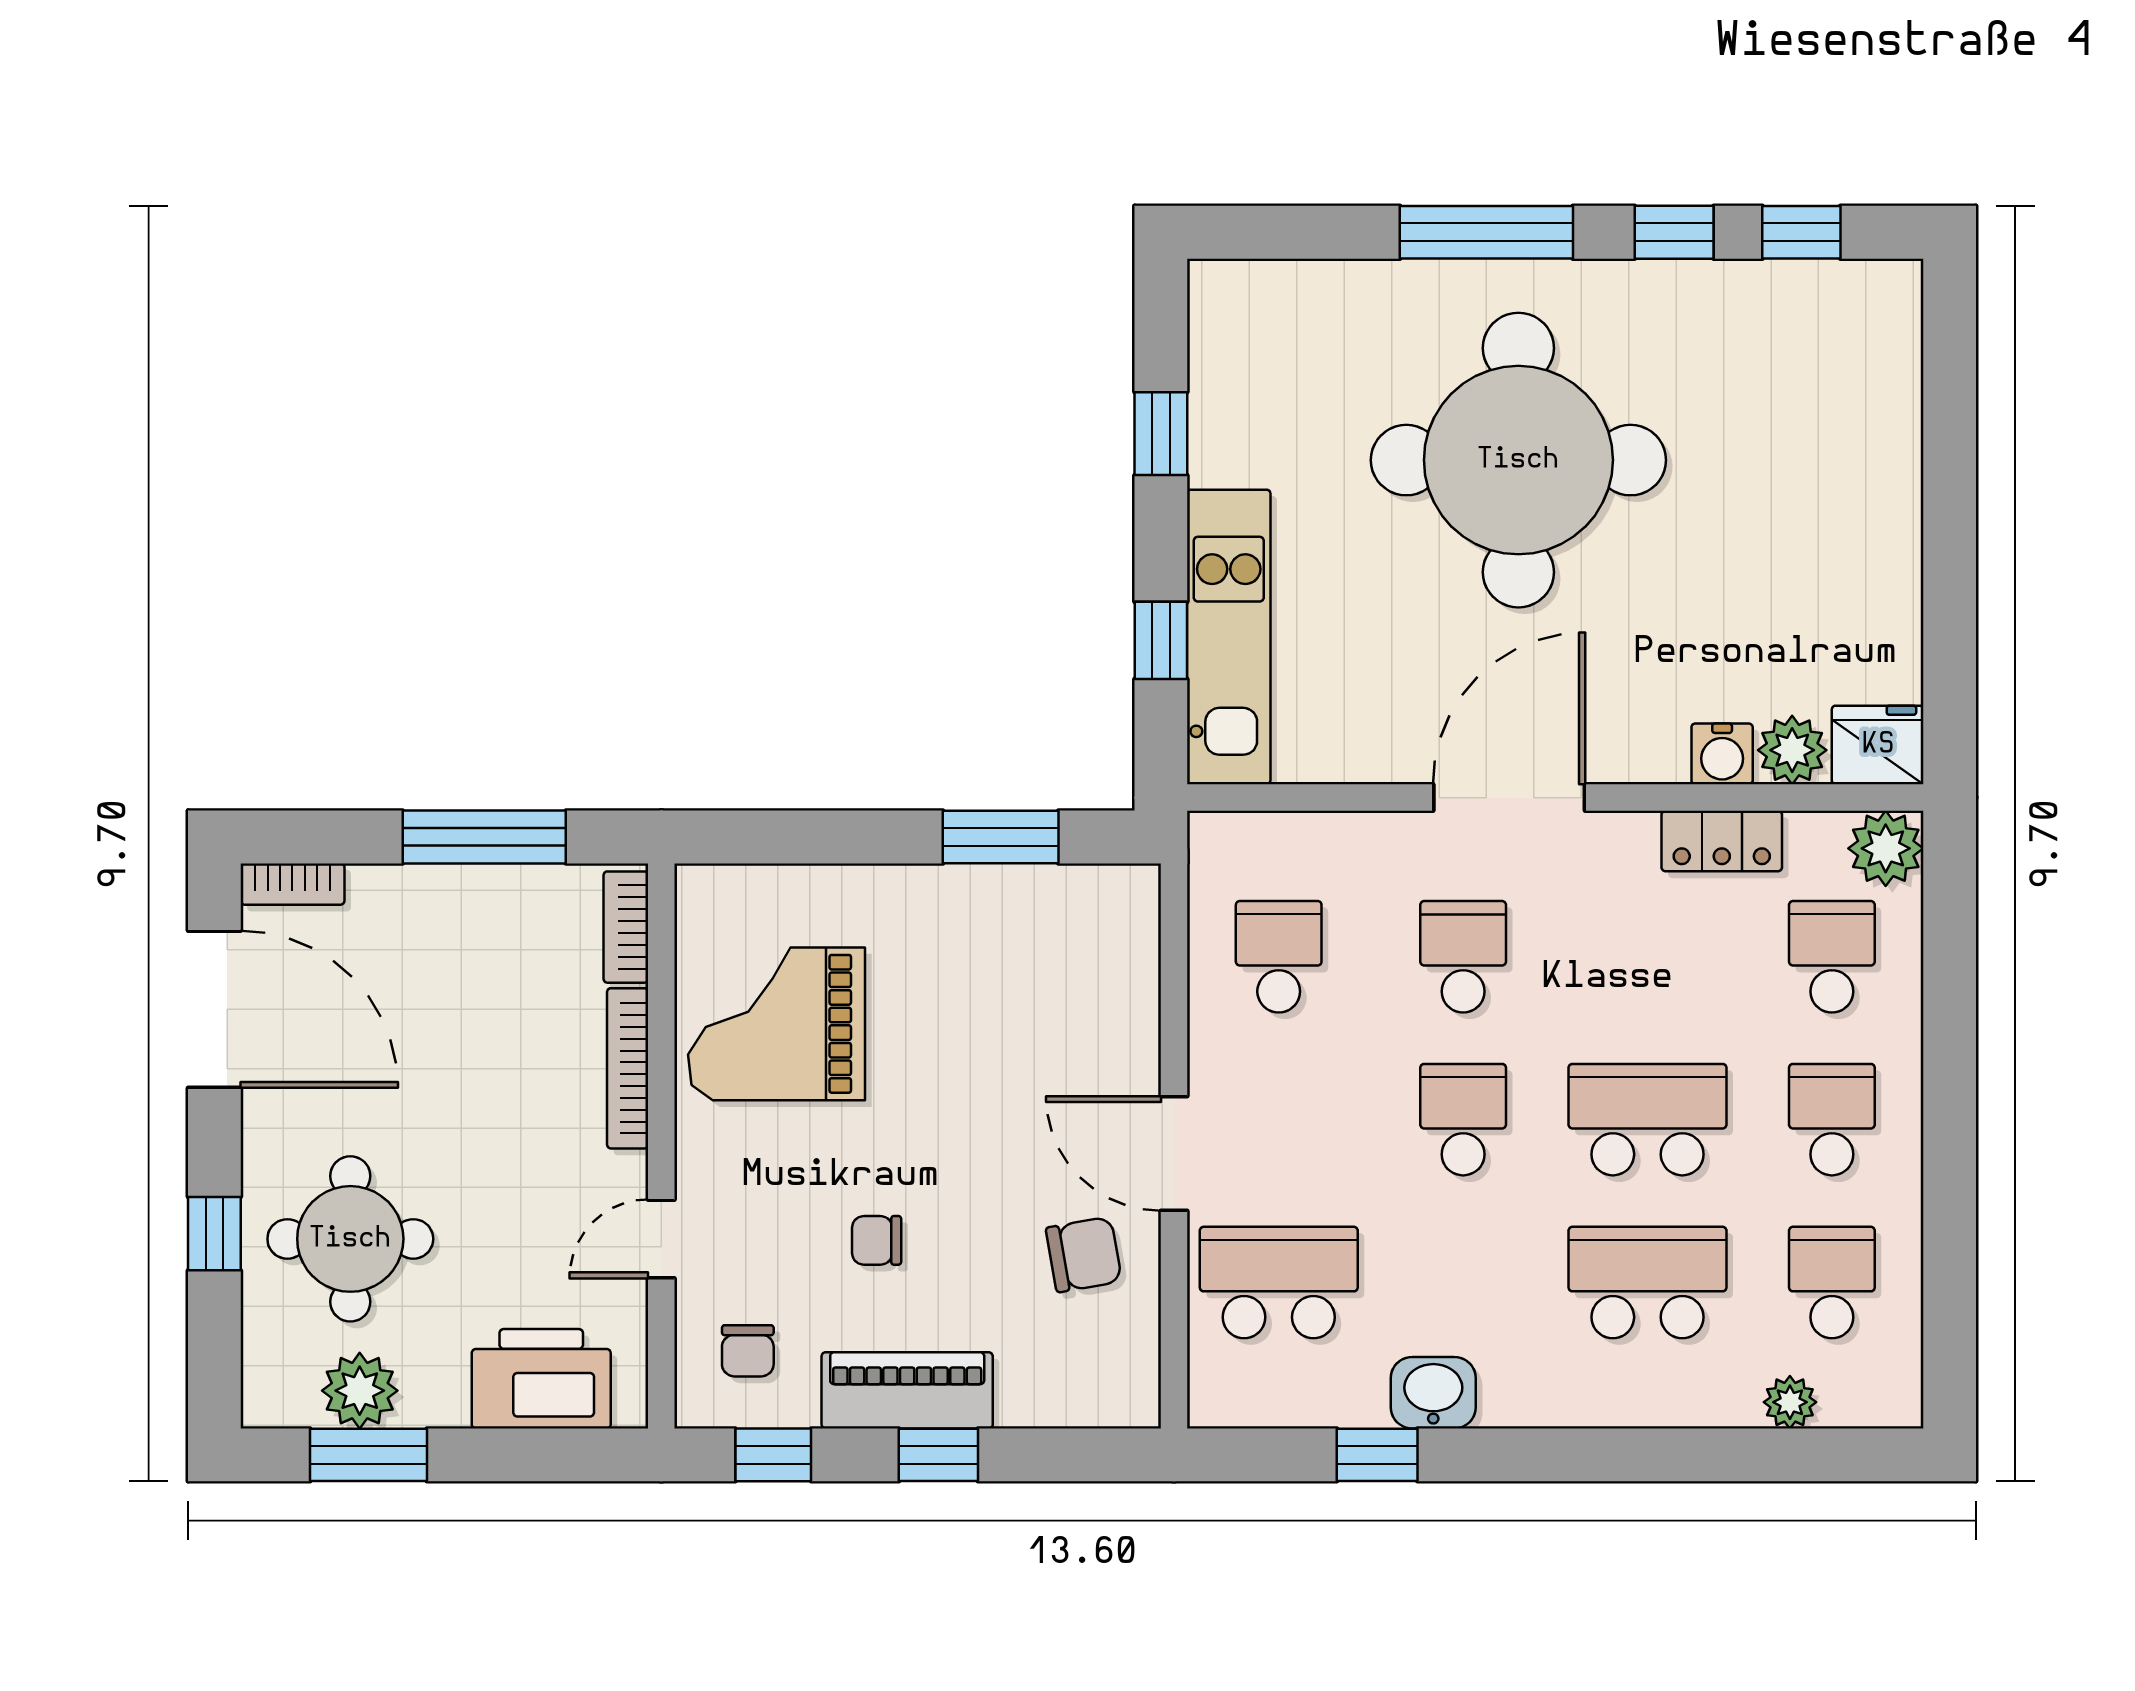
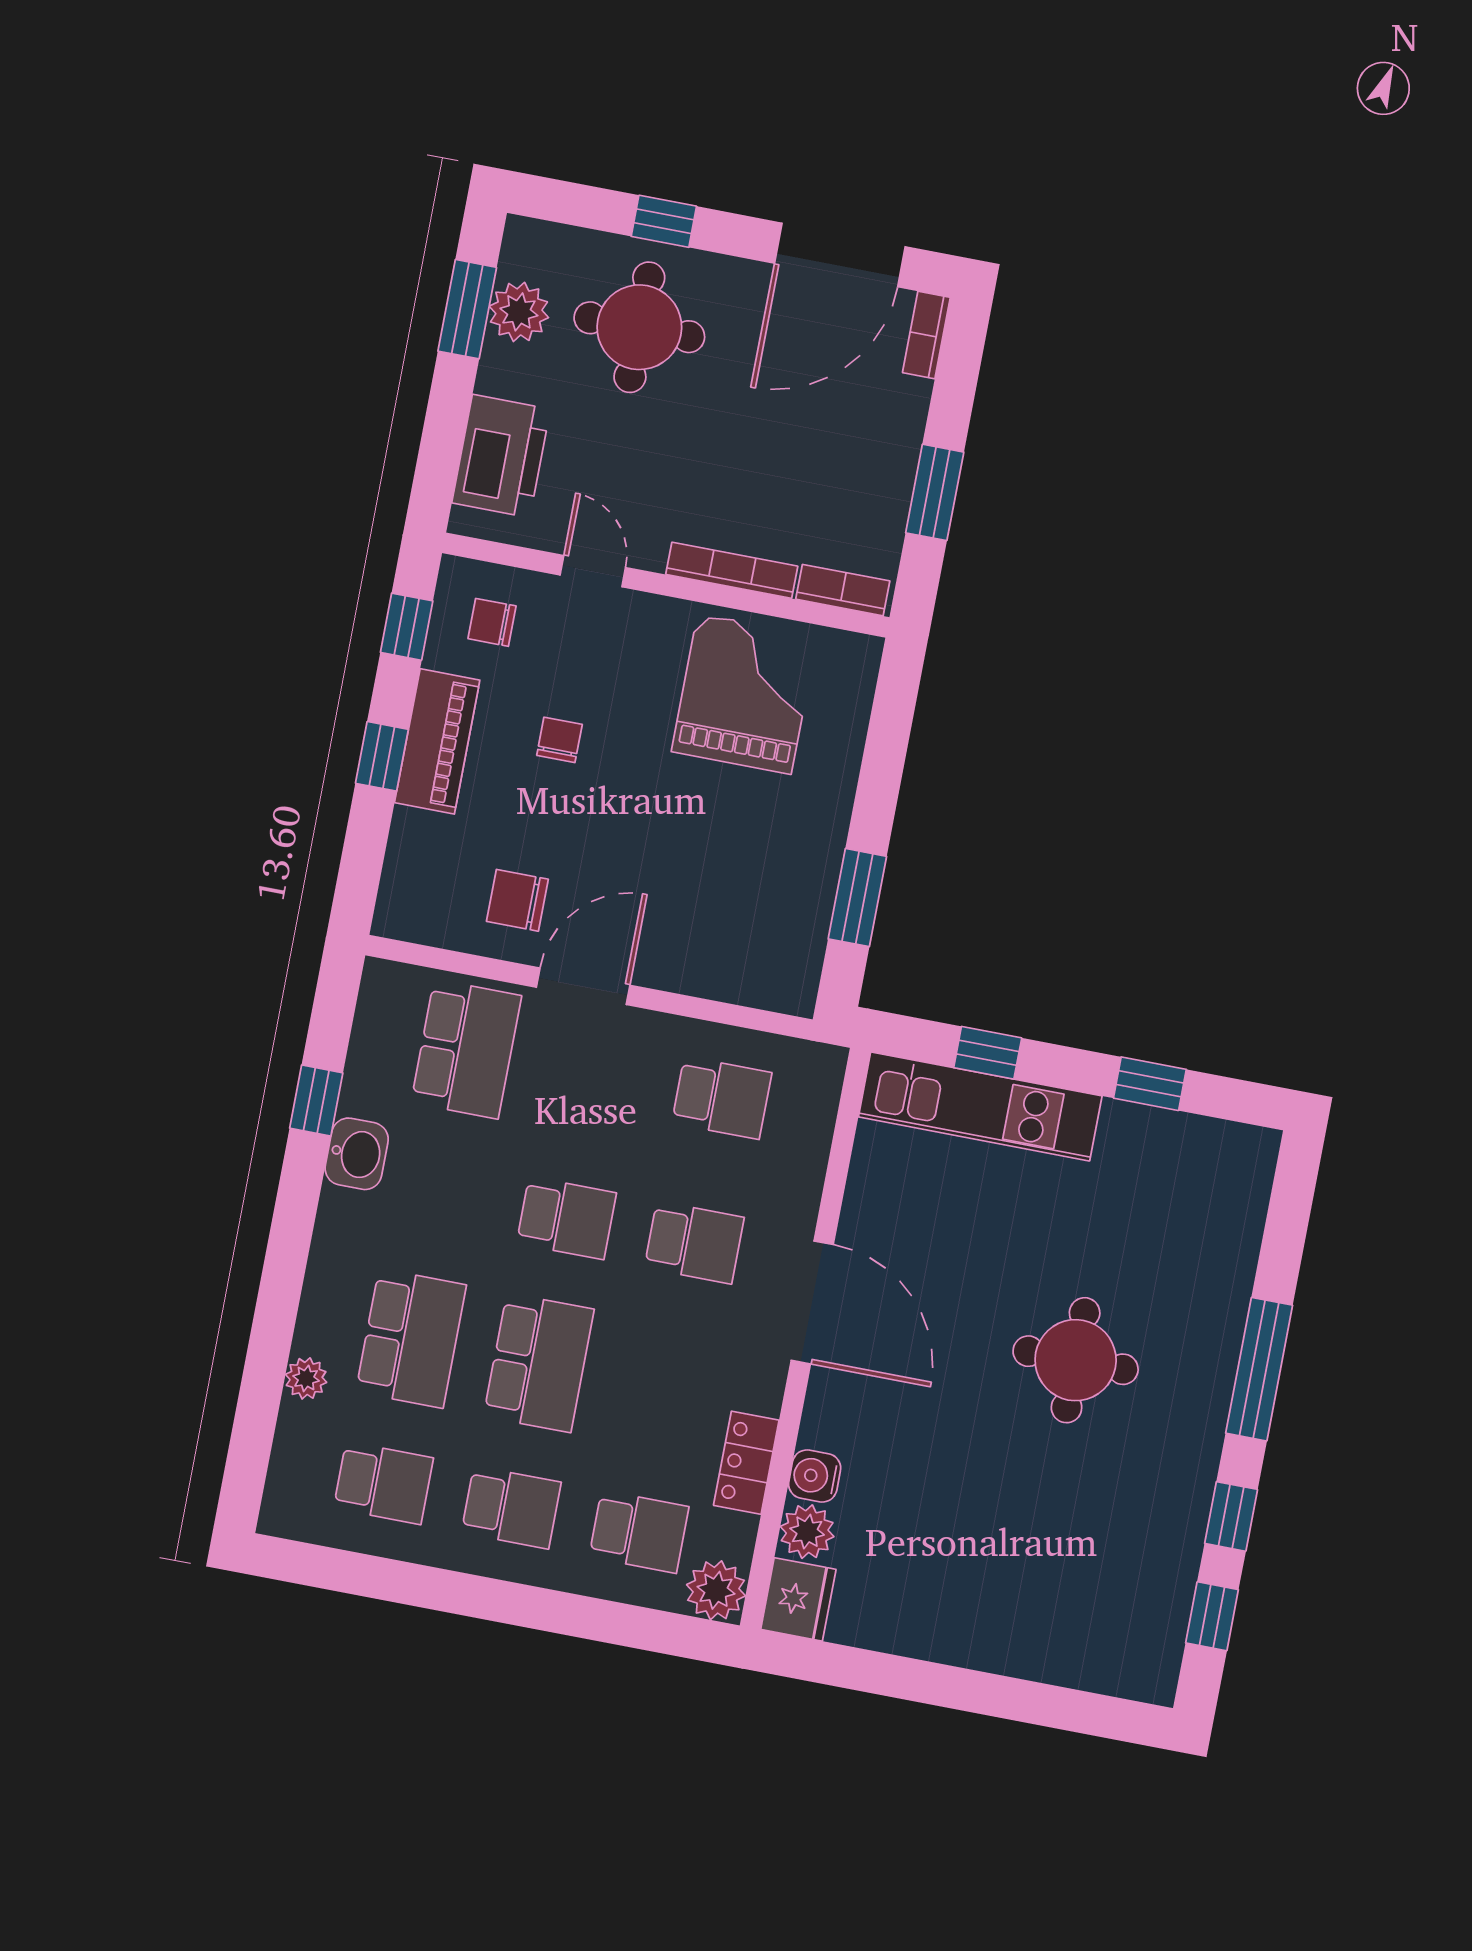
round table: (1518, 460) -> (1076, 1360), width x0.54, depth x0.54
window: (484, 837) -> (935, 492), width x0.69
chair: (1084, 1255) -> (517, 900), turned 100
plant: (1790, 1402) -> (306, 1378), moved

